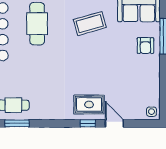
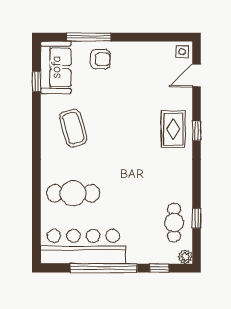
window: (17, 123) -> (197, 218), width x0.67
door: (114, 123) -> (197, 76), moved

